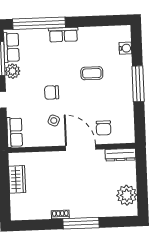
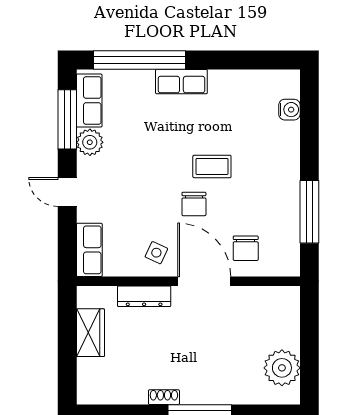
coffee table: (92, 73) -> (212, 166), moved
window: (138, 84) -> (309, 212), moved
chair: (52, 92) -> (194, 204), moved, turned -90
side table: (54, 121) -> (156, 253), moved
dresser: (120, 155) -> (144, 296), moved

